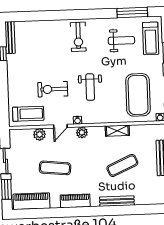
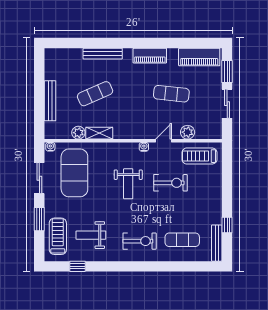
window: (132, 12) -> (77, 266), width x0.46
exercise bike: (78, 37) -> (140, 241), turned 90
exercise mat: (41, 39) -> (182, 240), added
weight bench: (90, 87) -> (128, 184), turned 180
plant: (82, 132) -> (78, 133), moved

